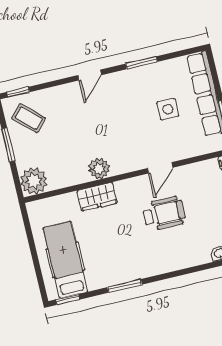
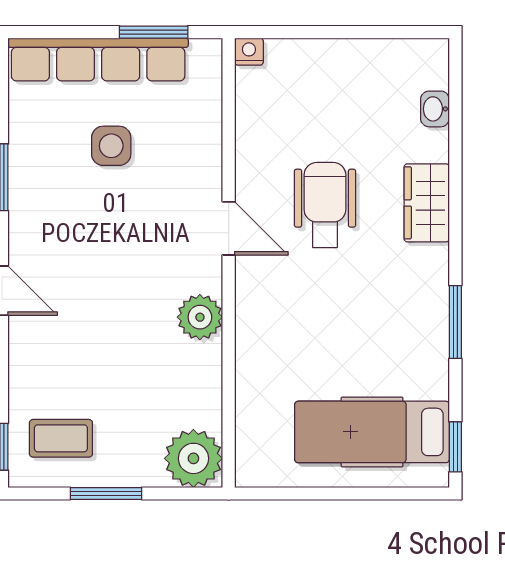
coffee table: (29, 118) -> (61, 438), turned 47
door: (160, 168) -> (229, 228), moved
wardrobe: (97, 197) -> (427, 203), moved, turned 180

